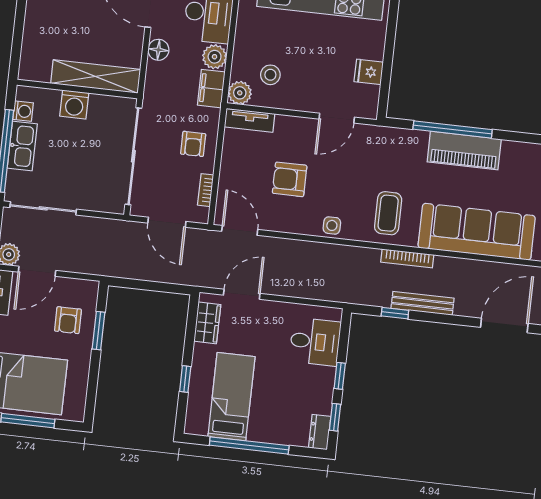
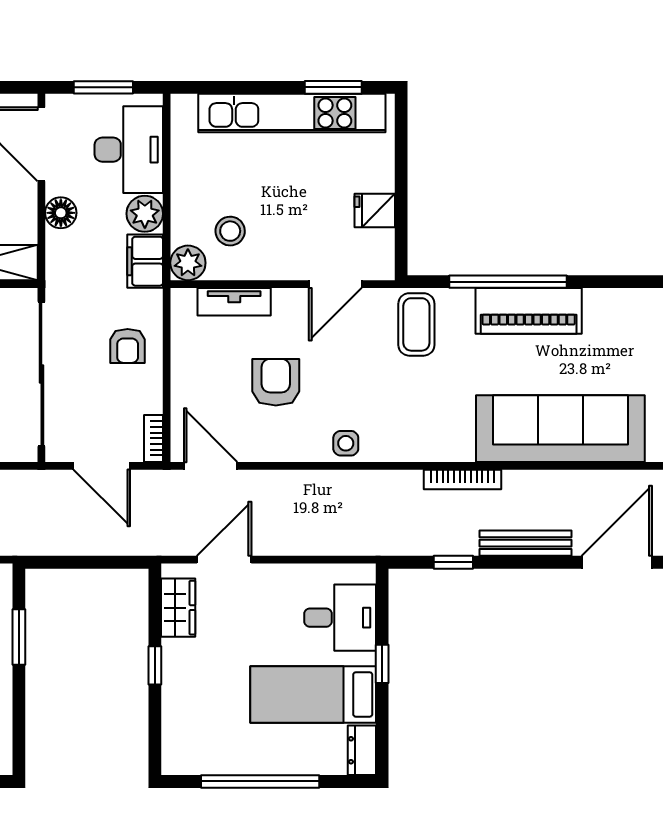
tv unit: (250, 120) -> (234, 302), moved
armchair: (290, 179) -> (276, 382), turned 90
bookcase: (206, 190) -> (154, 438), moved
coffee table: (388, 213) -> (416, 324), moved
bench: (423, 303) -> (525, 543), moved
window: (185, 379) -> (155, 665), moved
bed: (231, 397) -> (313, 694), moved, turned -90
window: (335, 417) -> (382, 726), removed

